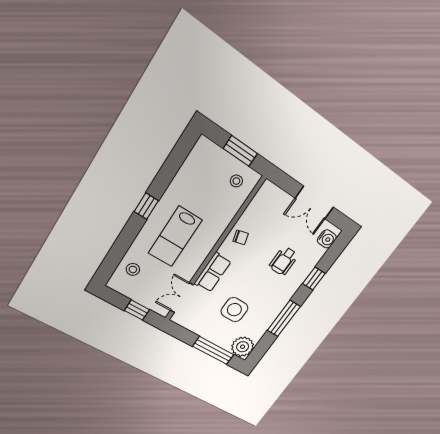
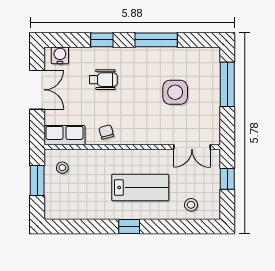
row of seats: (213, 272) -> (64, 135), moved
plant: (243, 347) -> (207, 59), removed

